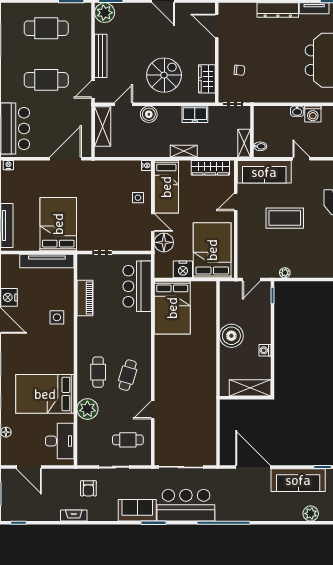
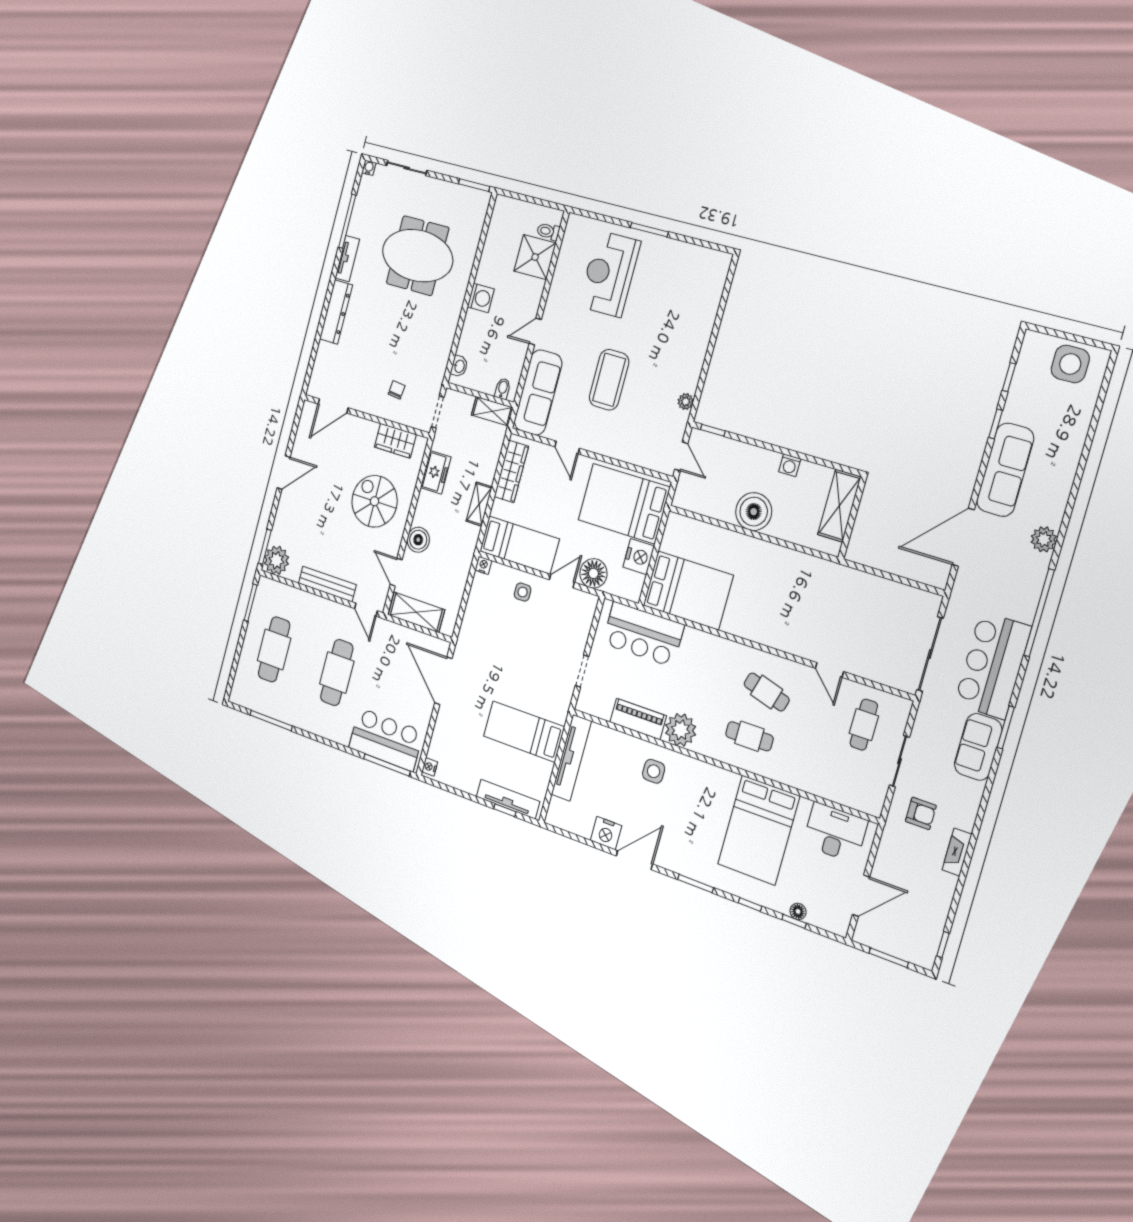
washbasin: (297, 111) -> (459, 366), moved
bed: (58, 224) -> (524, 732), width x0.67
plant: (87, 409) -> (681, 730), moved
plant: (311, 514) -> (1044, 539), moved

